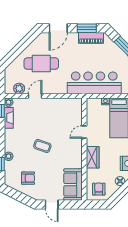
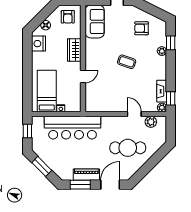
piano: (91, 38) -> (86, 175), moved
door: (35, 96) -> (134, 114), swing flipped

